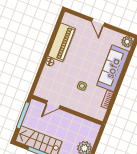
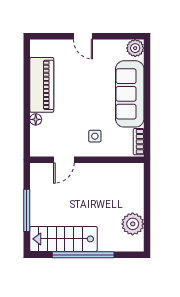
door: (53, 105) -> (64, 160), moved
wall: (67, 110) -> (87, 160), moved

